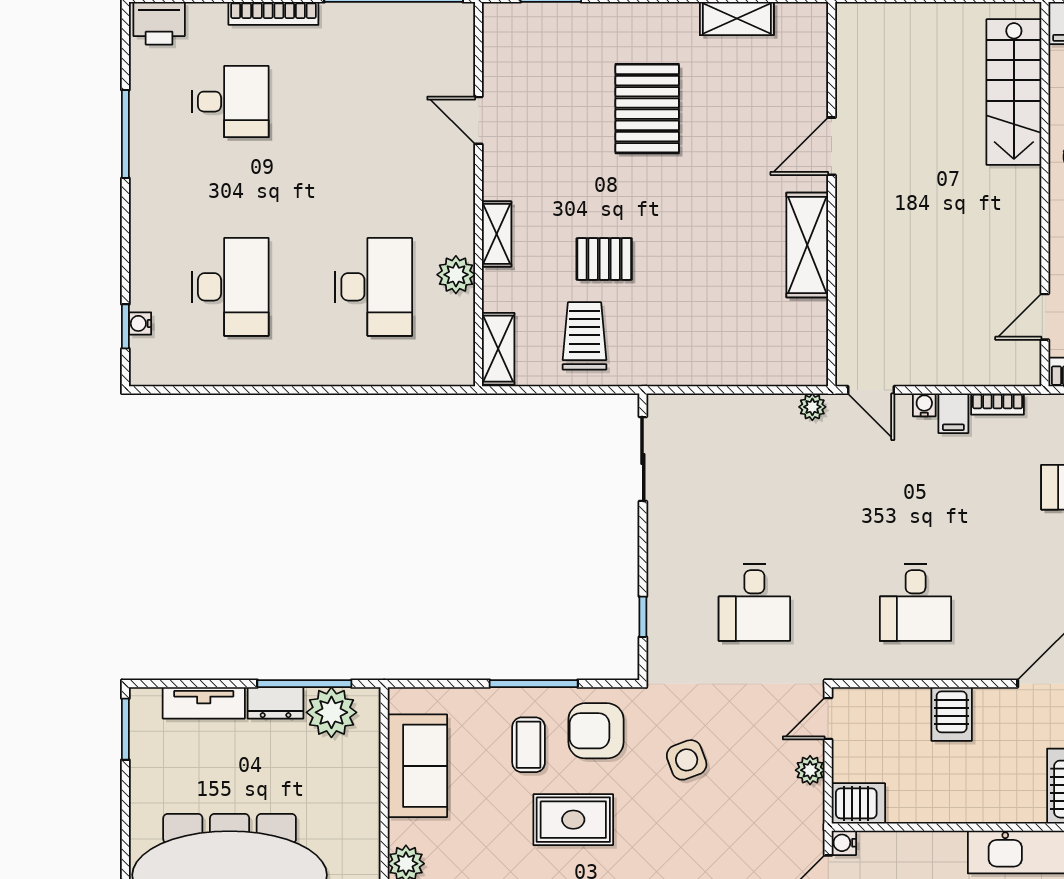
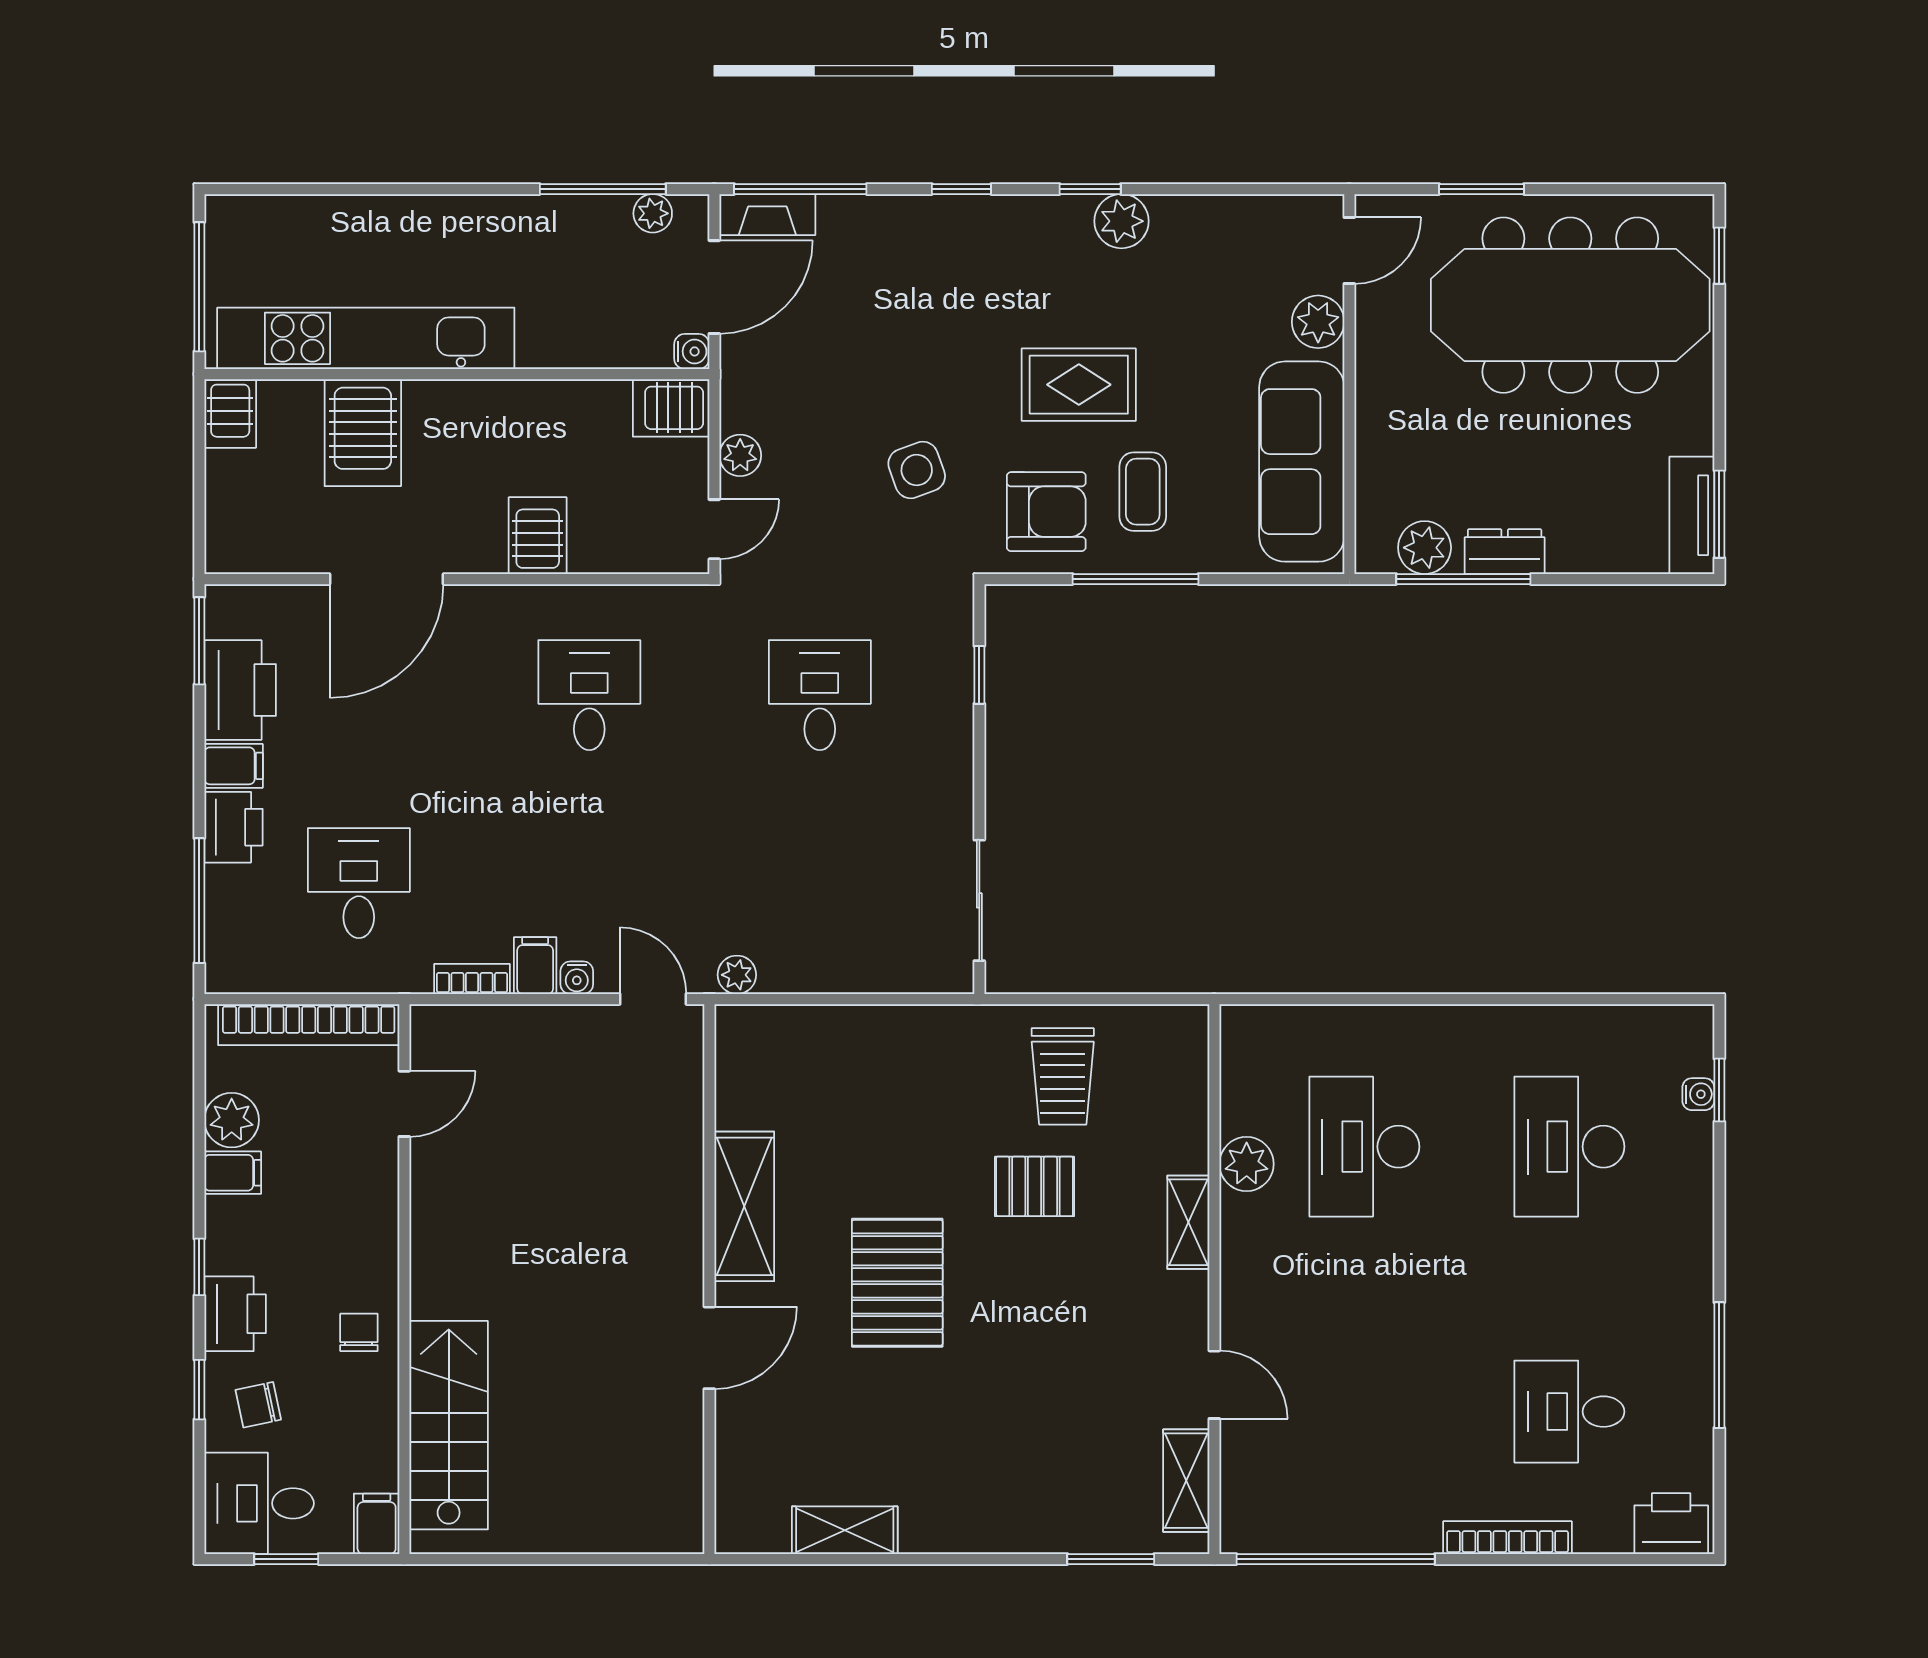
pallet: (647, 109) -> (897, 1283), moved
shelving: (498, 349) -> (1186, 1481), moved
tv unit: (204, 703) -> (1692, 515), moved, turned -90
plant: (331, 712) -> (1425, 548), width x0.73, depth x0.73
sofa: (417, 766) -> (1302, 462), width x1.36

